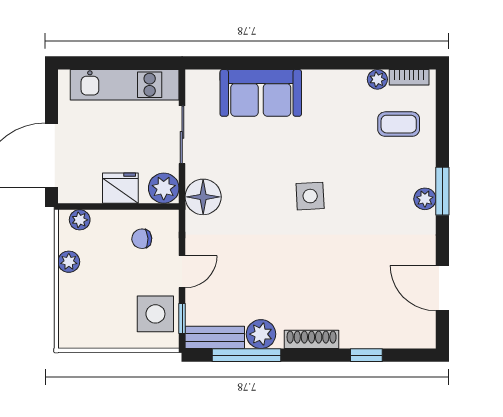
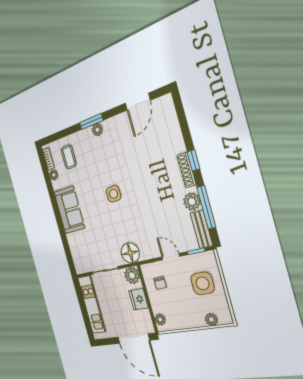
sofa: (261, 93) -> (69, 210), moved
plant: (69, 262) -> (211, 320), moved
side table: (155, 314) -> (203, 283), moved
window: (366, 355) -> (194, 160), moved

